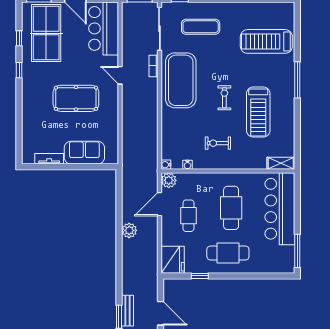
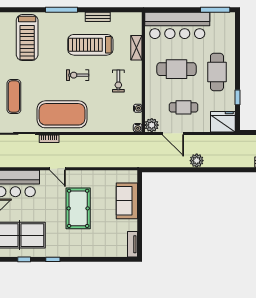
door: (120, 75) -> (57, 169), hinge flipped
treadmill: (258, 112) -> (90, 45), turned 180
bench: (289, 120) -> (98, 17), added
tv unit: (49, 159) -> (132, 244), moved
shelving: (281, 163) -> (136, 48), moved

